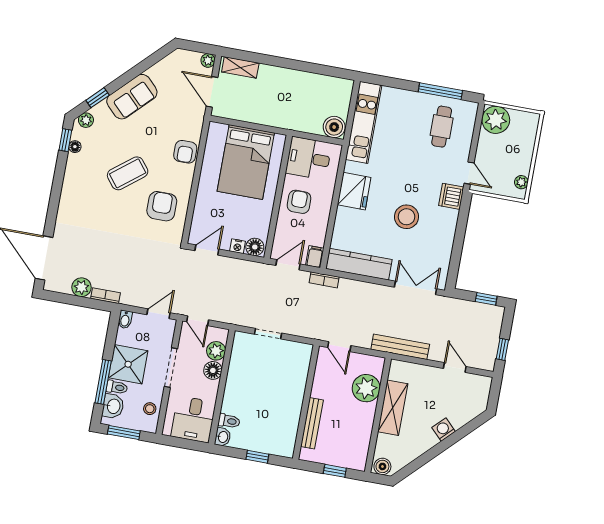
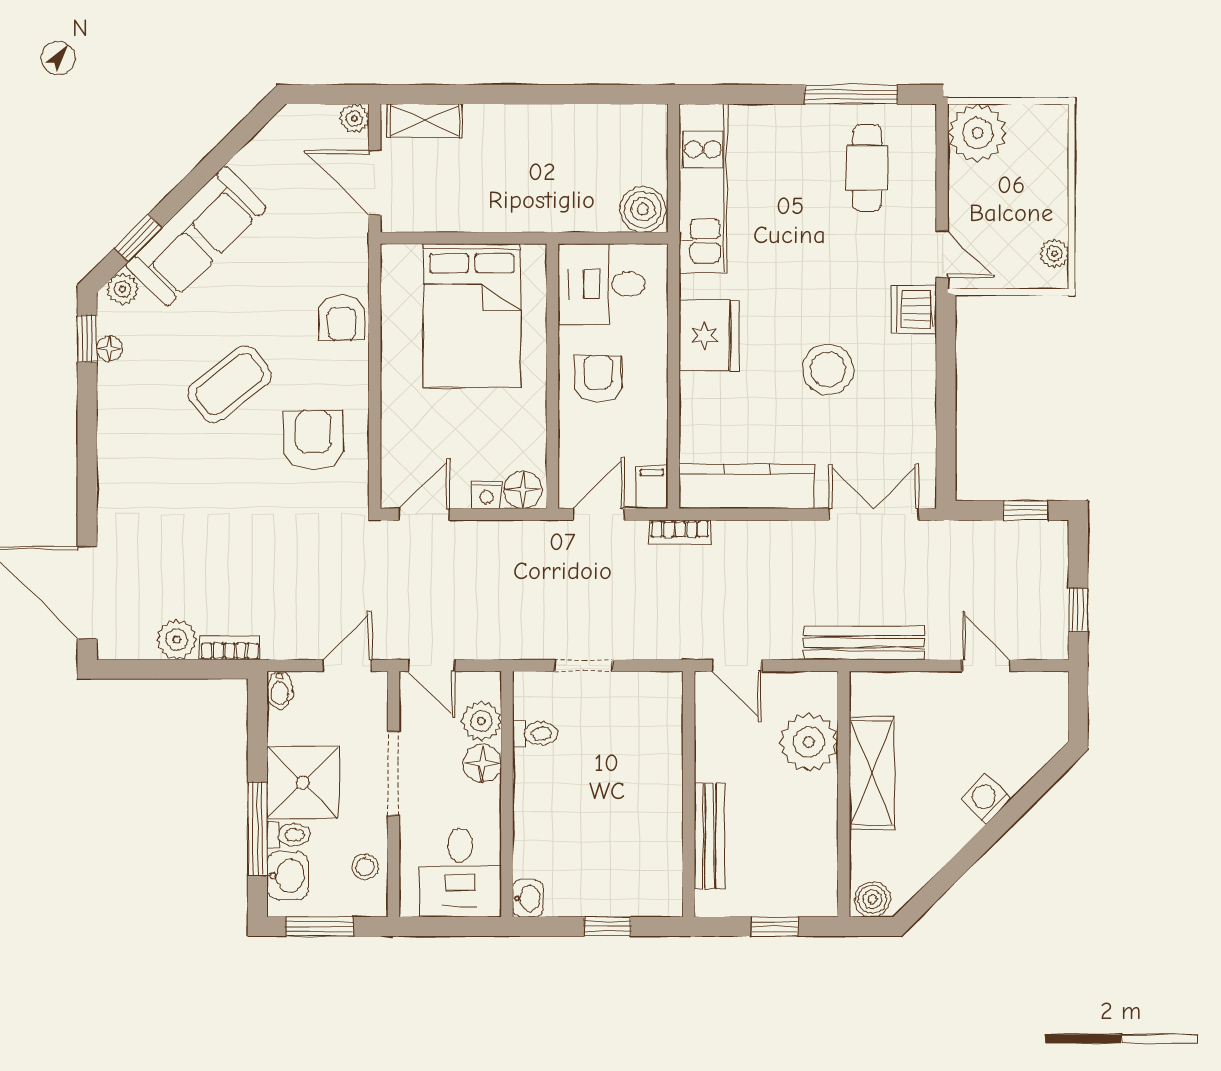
sofa: (132, 97) -> (196, 236), width x1.36
toilet: (229, 421) -> (535, 733), moved

